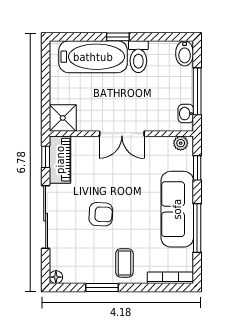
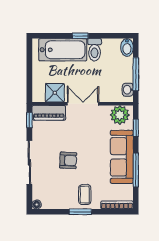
shower: (63, 118) -> (55, 93), moved
double door: (122, 134) -> (83, 104), swing flipped
plant: (181, 143) -> (120, 115), width x1.88, depth x1.88
piano: (60, 160) -> (49, 113), moved, turned 90
window: (102, 287) -> (80, 212), moved

